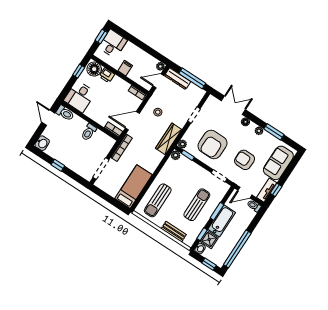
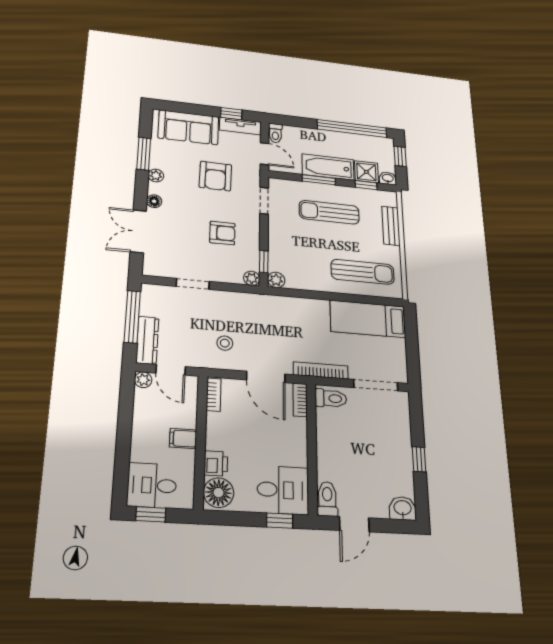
window: (79, 71) -> (280, 521), moved
toilet: (89, 132) -> (331, 398), moved
wardrobe: (169, 139) -> (257, 304), removed
armchair: (213, 145) -> (222, 233), width x0.53, depth x0.53

